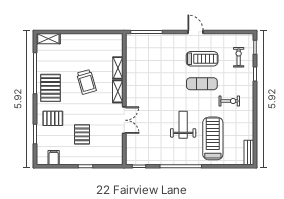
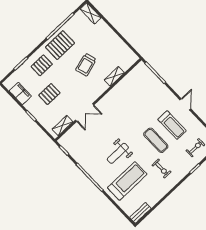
shelving: (118, 91) -> (62, 126), moved
pallet: (53, 118) -> (42, 65), turned 90
weight bench: (183, 125) -> (118, 153), turned 180
filing cabinet: (54, 158) -> (20, 93), width x2.00

